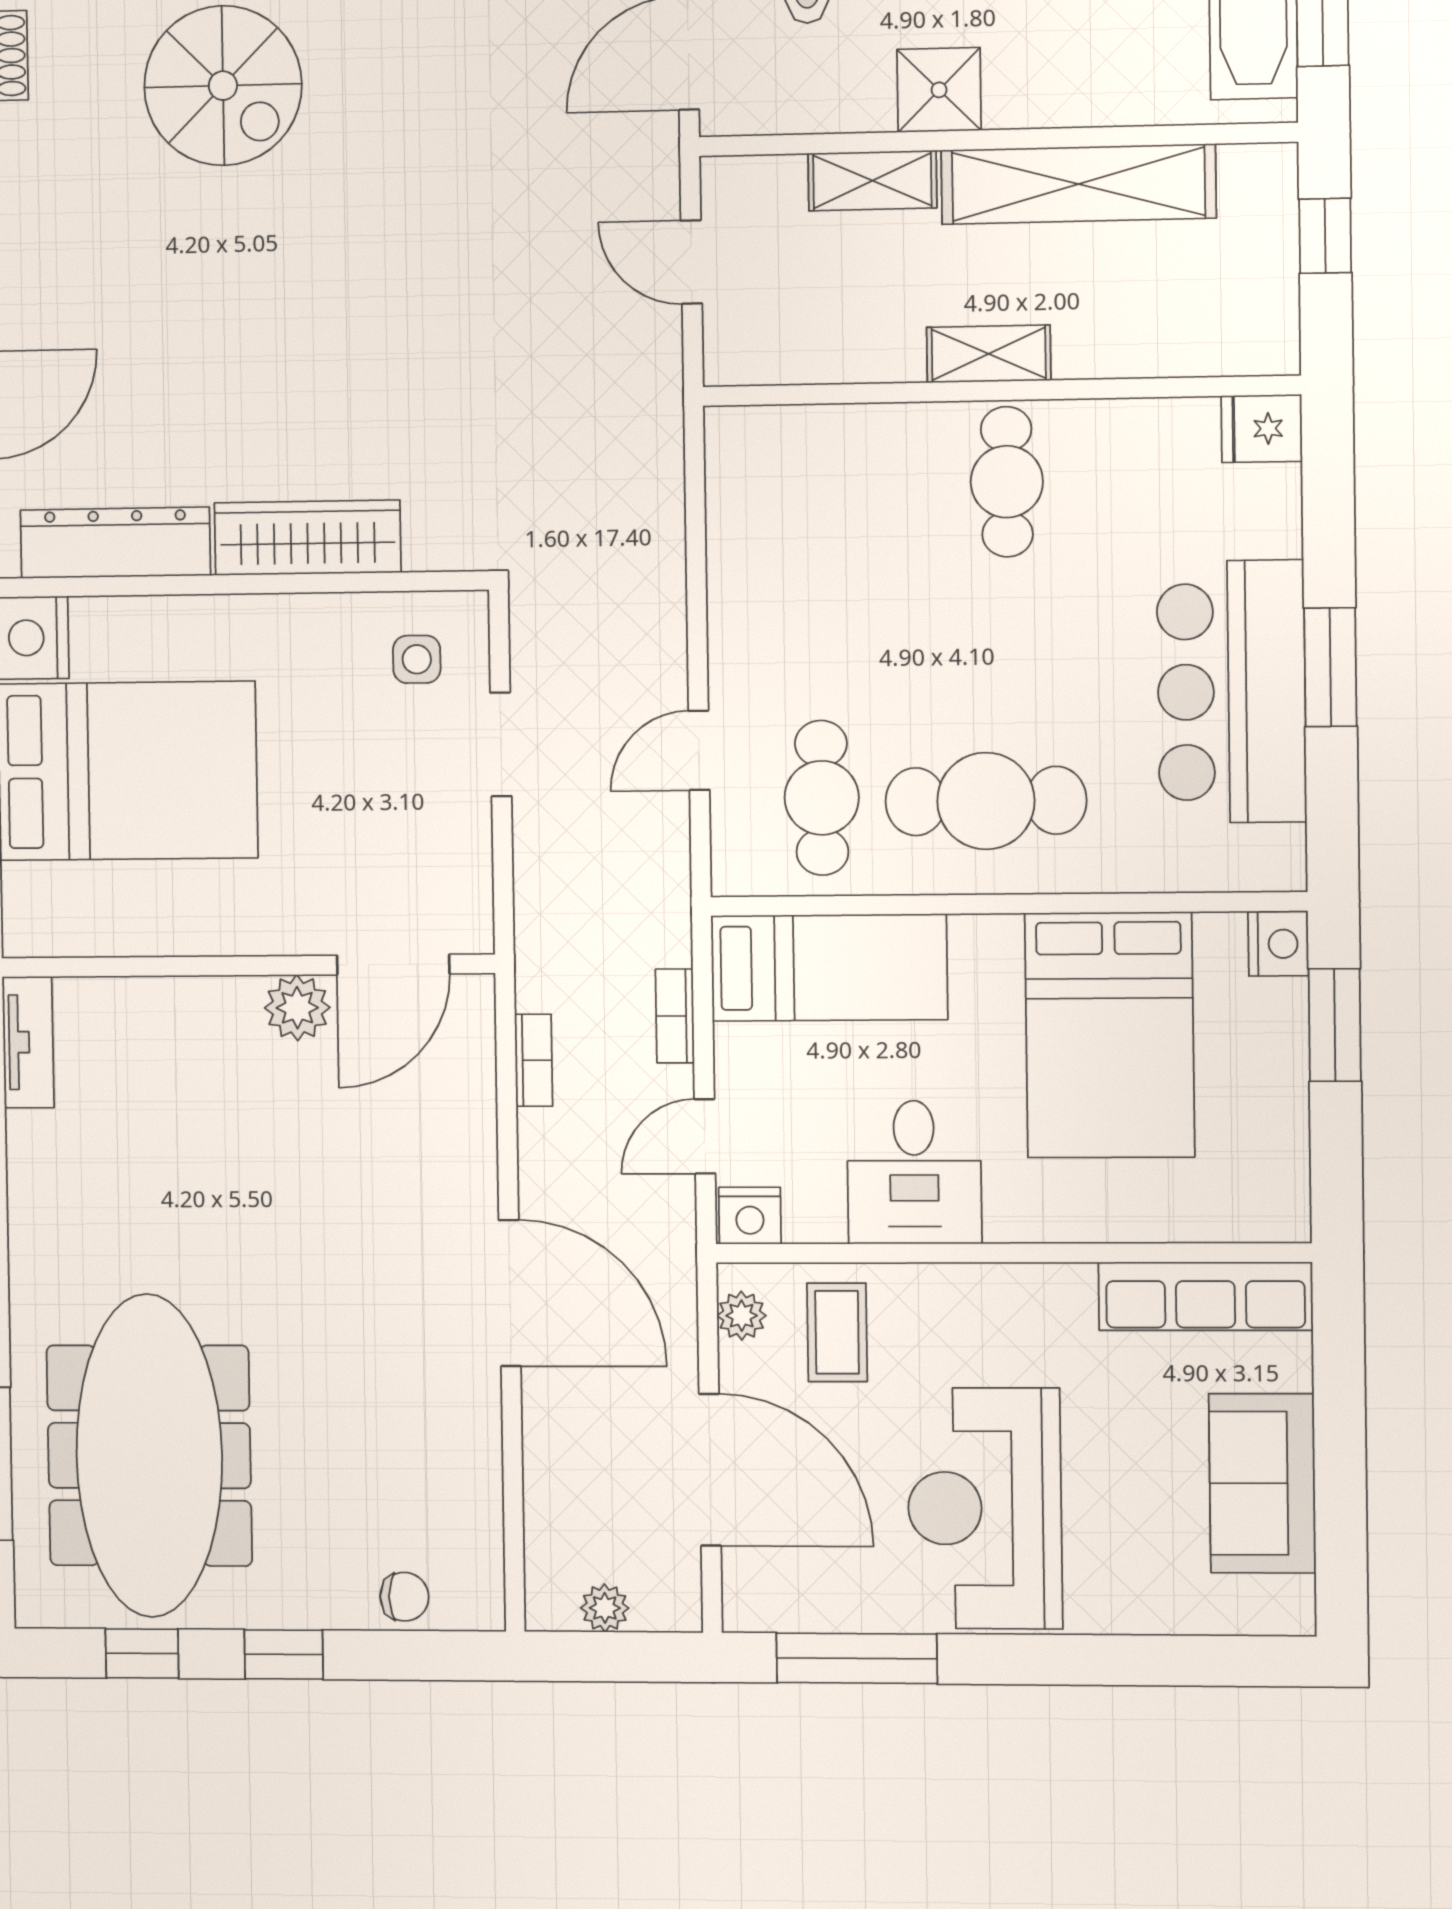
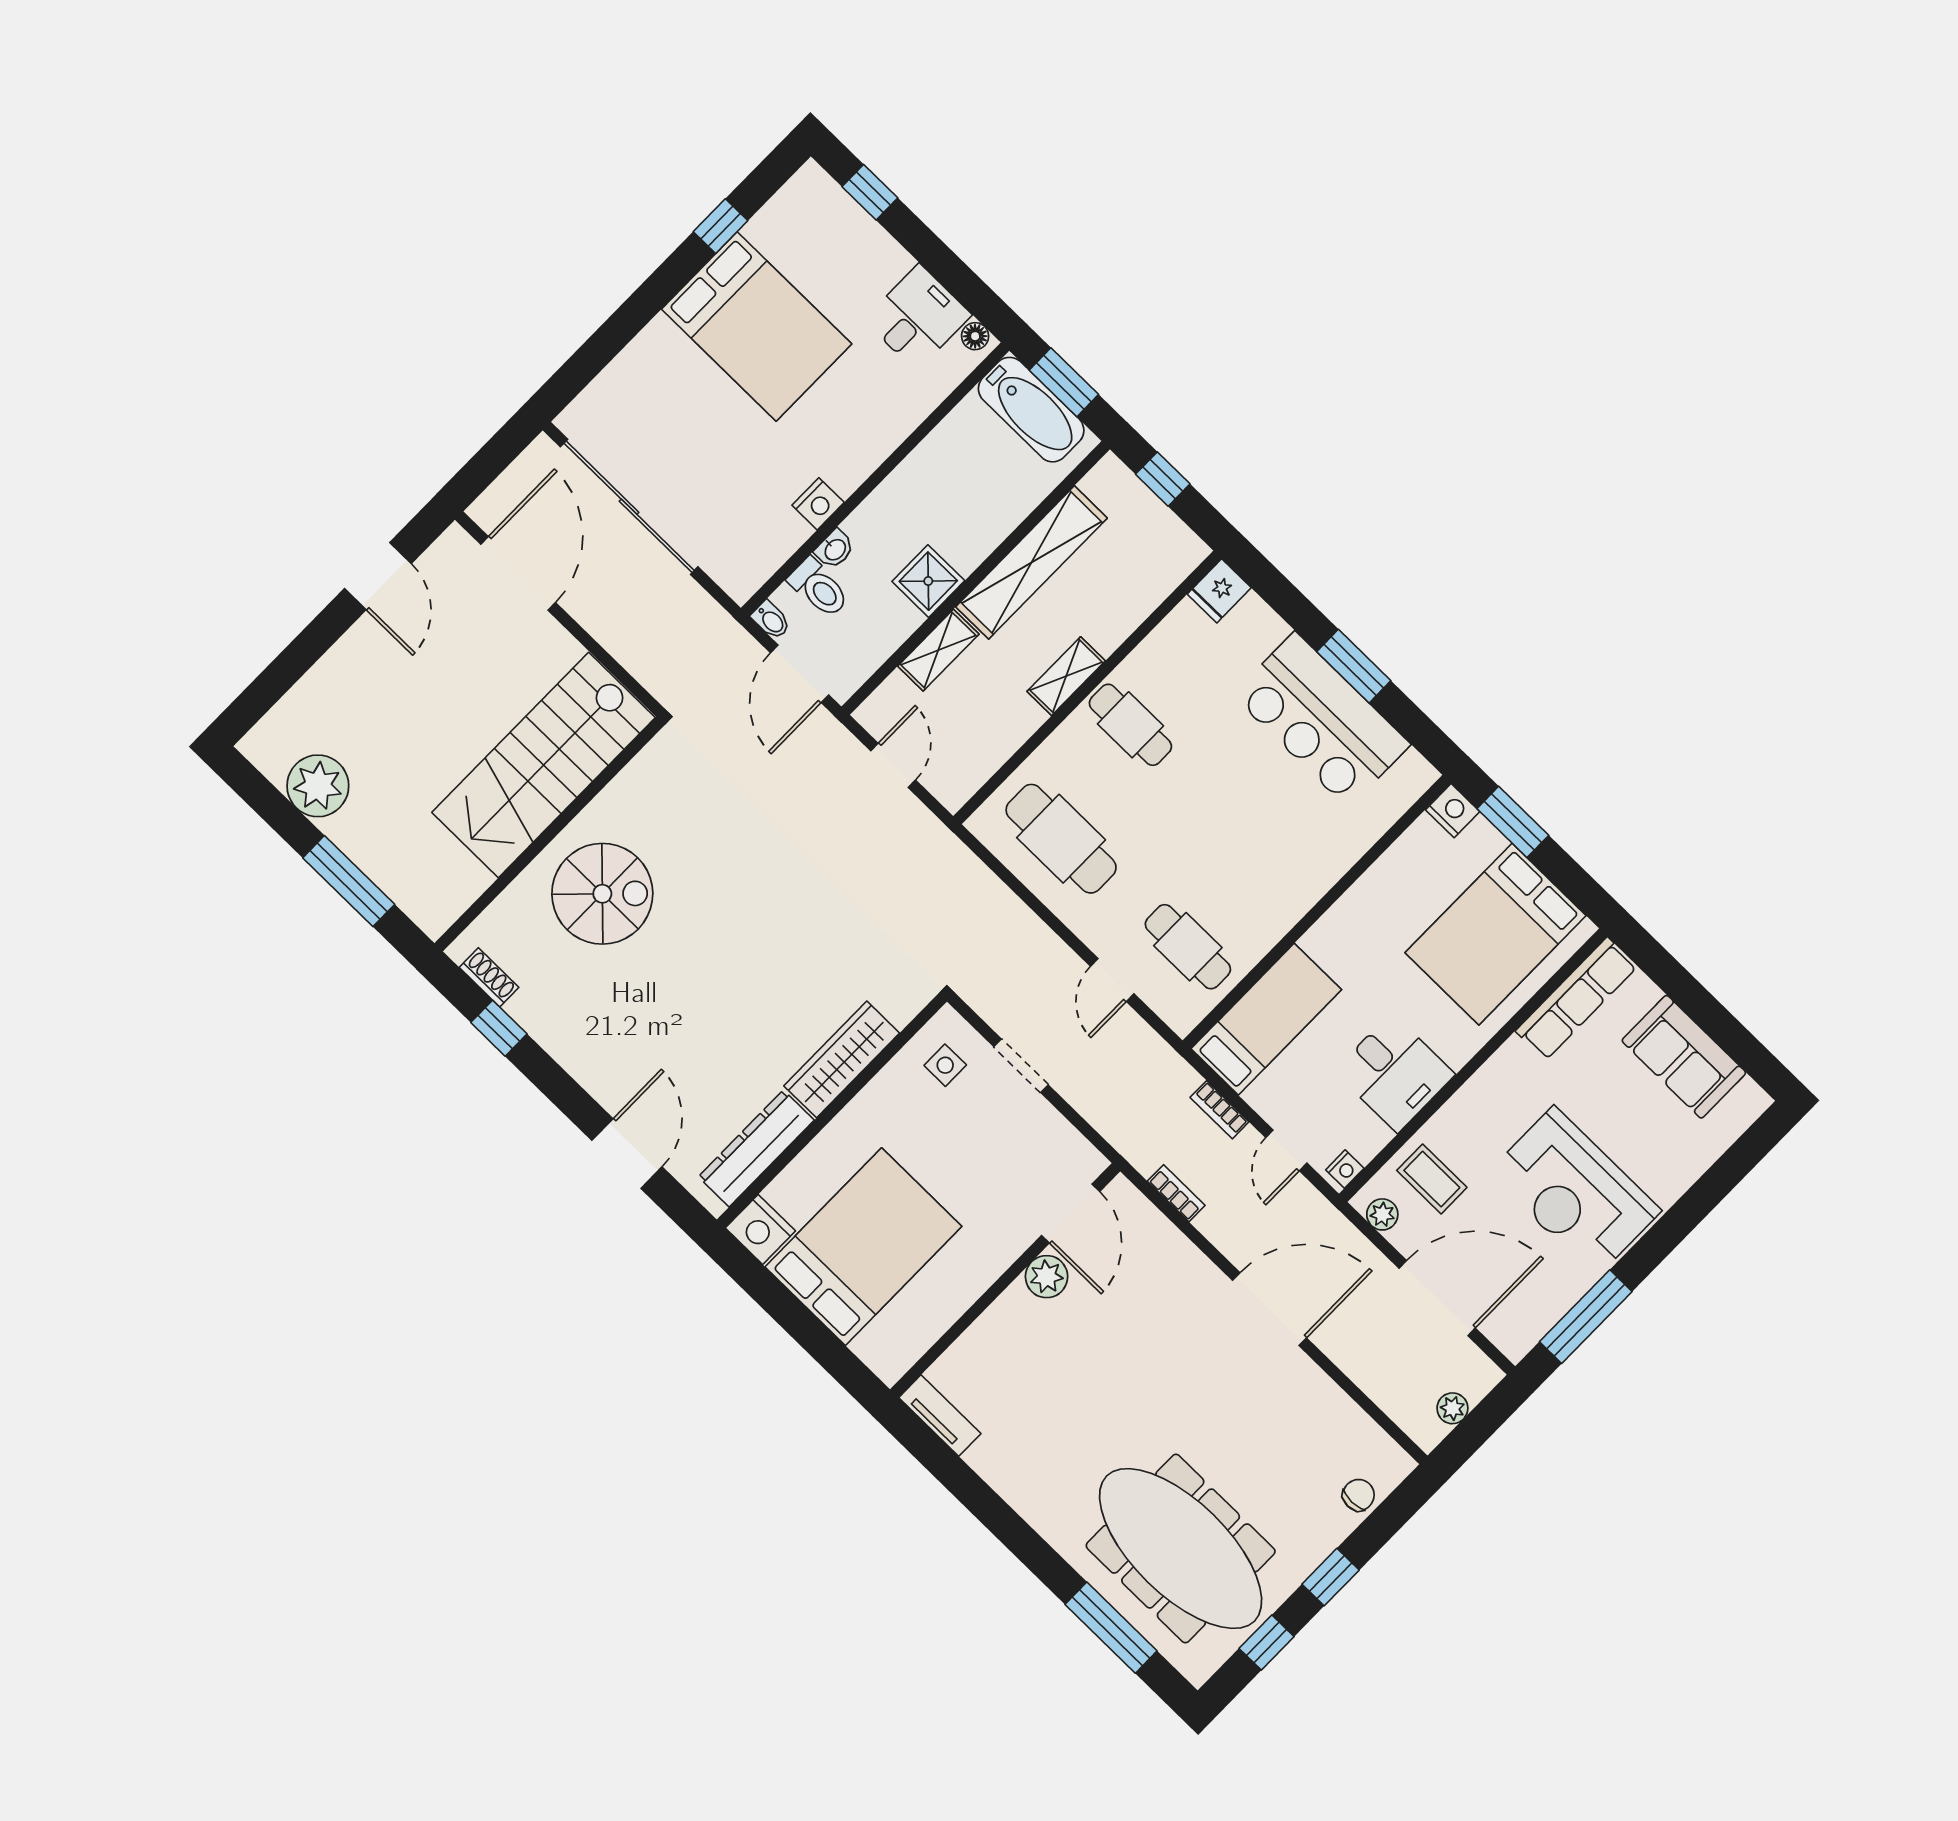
door: (691, 262) -> (893, 765), swing flipped
cafe table: (986, 801) -> (1061, 839), moved, turned 90
bed: (1110, 1035) -> (1495, 934), moved, turned 90
nightstand: (750, 1216) -> (1345, 1169), width x0.72, depth x0.74

